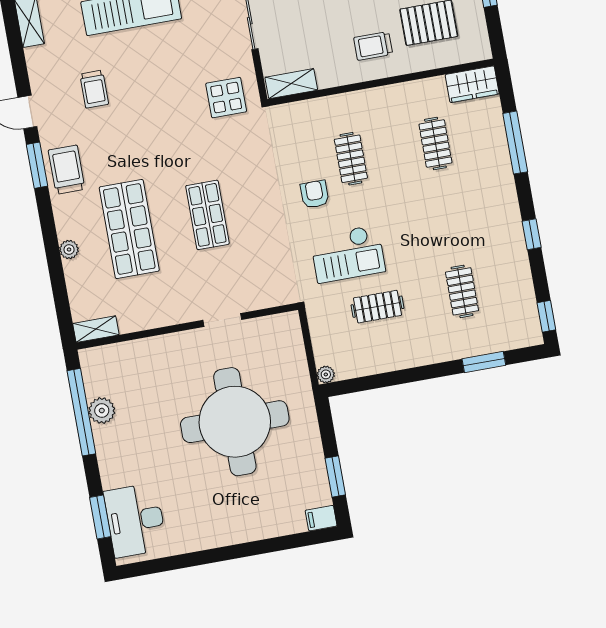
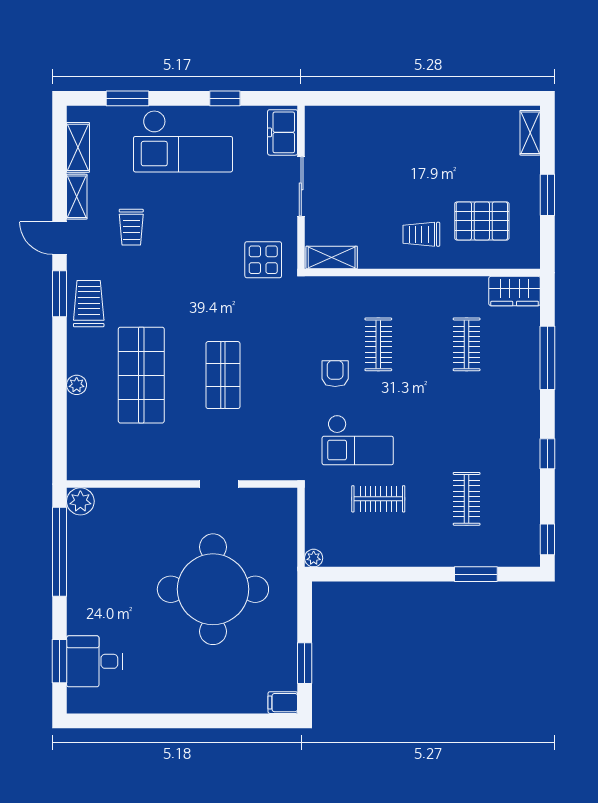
shelving: (96, 329) -> (77, 197), moved, turned 90
plant: (102, 411) -> (80, 501), moved
desk: (135, 520) -> (94, 661), width x0.73

